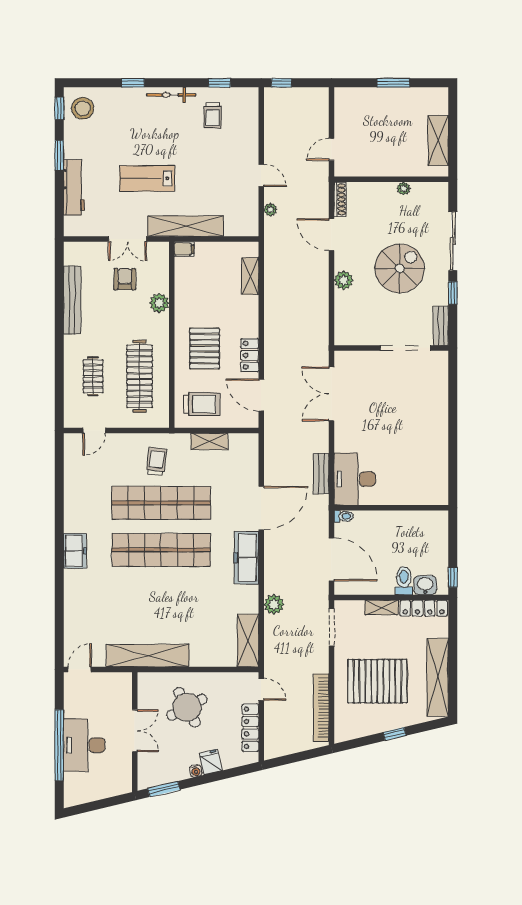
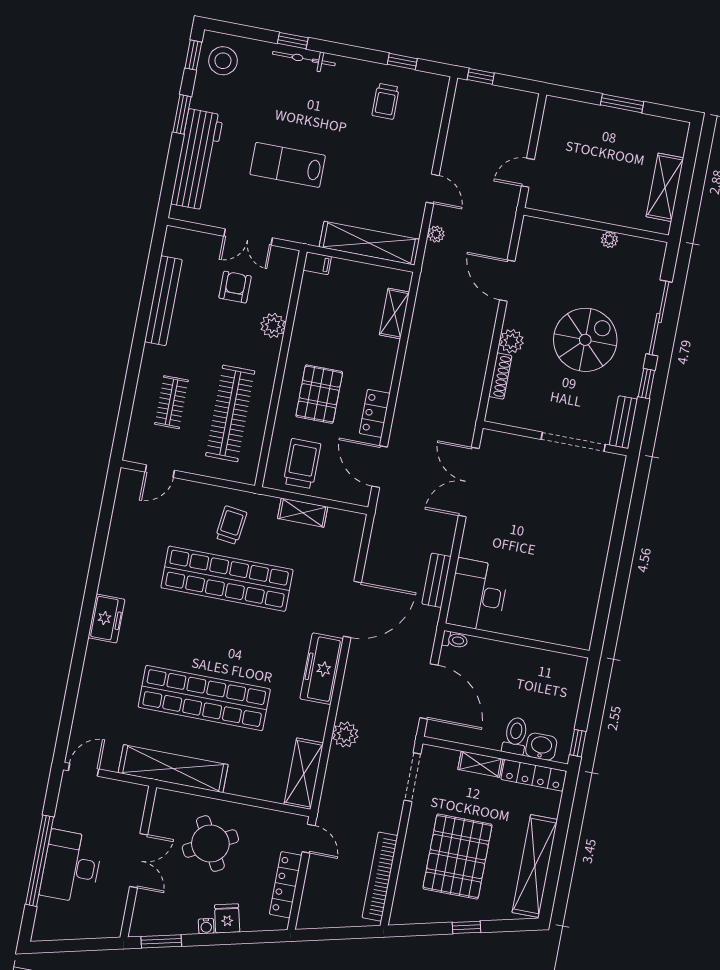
bicycle: (171, 95) -> (304, 59), moved
workbench: (74, 187) -> (197, 159), width x1.36, depth x1.32
shoe rack: (340, 199) -> (500, 376), moved
shelving: (186, 226) -> (369, 243), moved
trolley: (202, 404) -> (302, 464), turned -90
shop shelf: (161, 550) -> (204, 698), moved
pallet: (377, 681) -> (457, 857), turned 90

